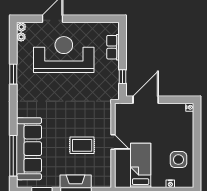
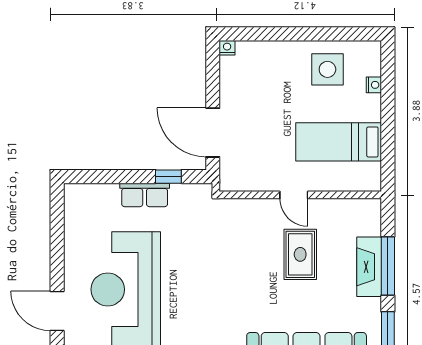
row of seats: (113, 47) -> (145, 195), moved
door: (113, 142) -> (294, 195), swing flipped

